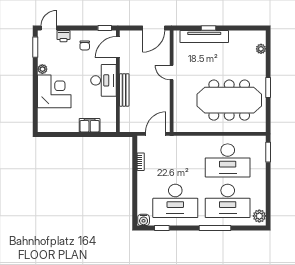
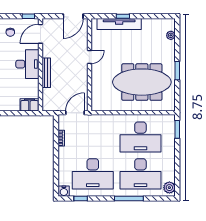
door: (172, 73) -> (89, 57), swing flipped
filing cabinet: (90, 125) -> (29, 105), moved

